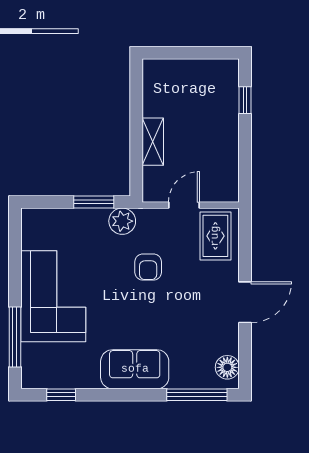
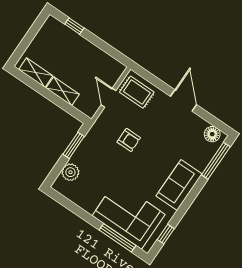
shelving: (153, 92) -> (36, 73), added
plant: (122, 221) -> (70, 172), moved
corner sofa: (53, 296) -> (129, 215), moved

